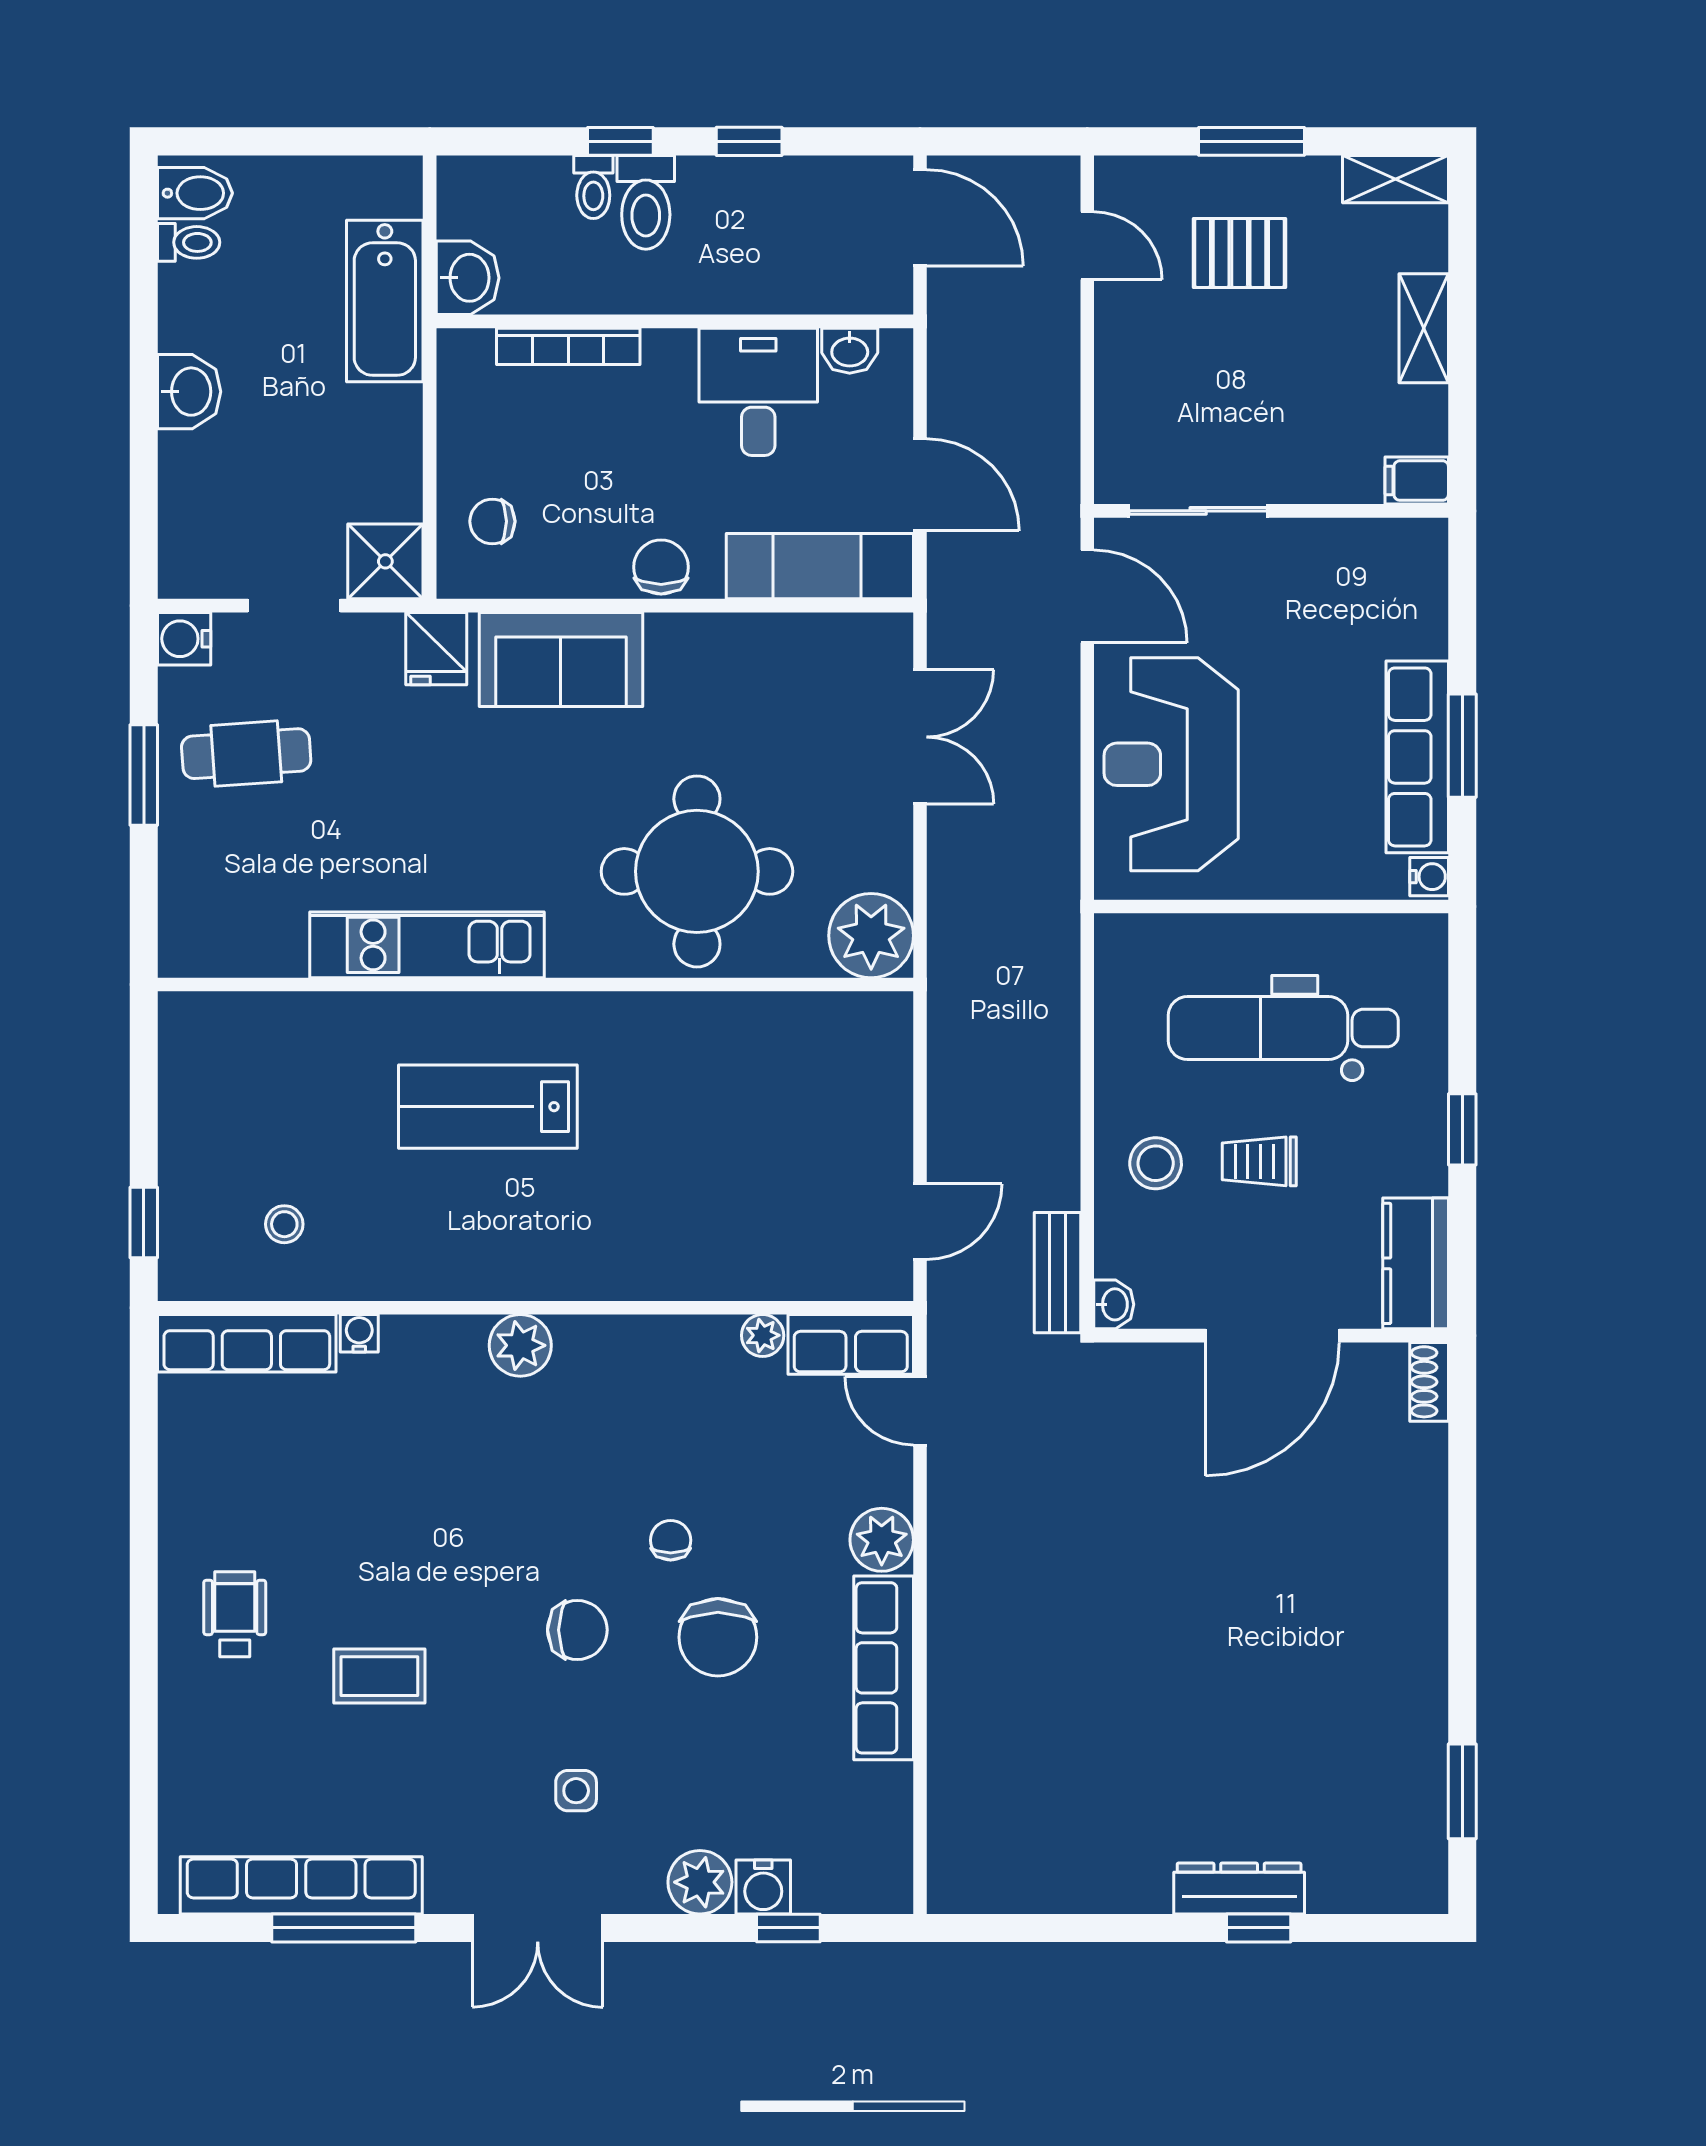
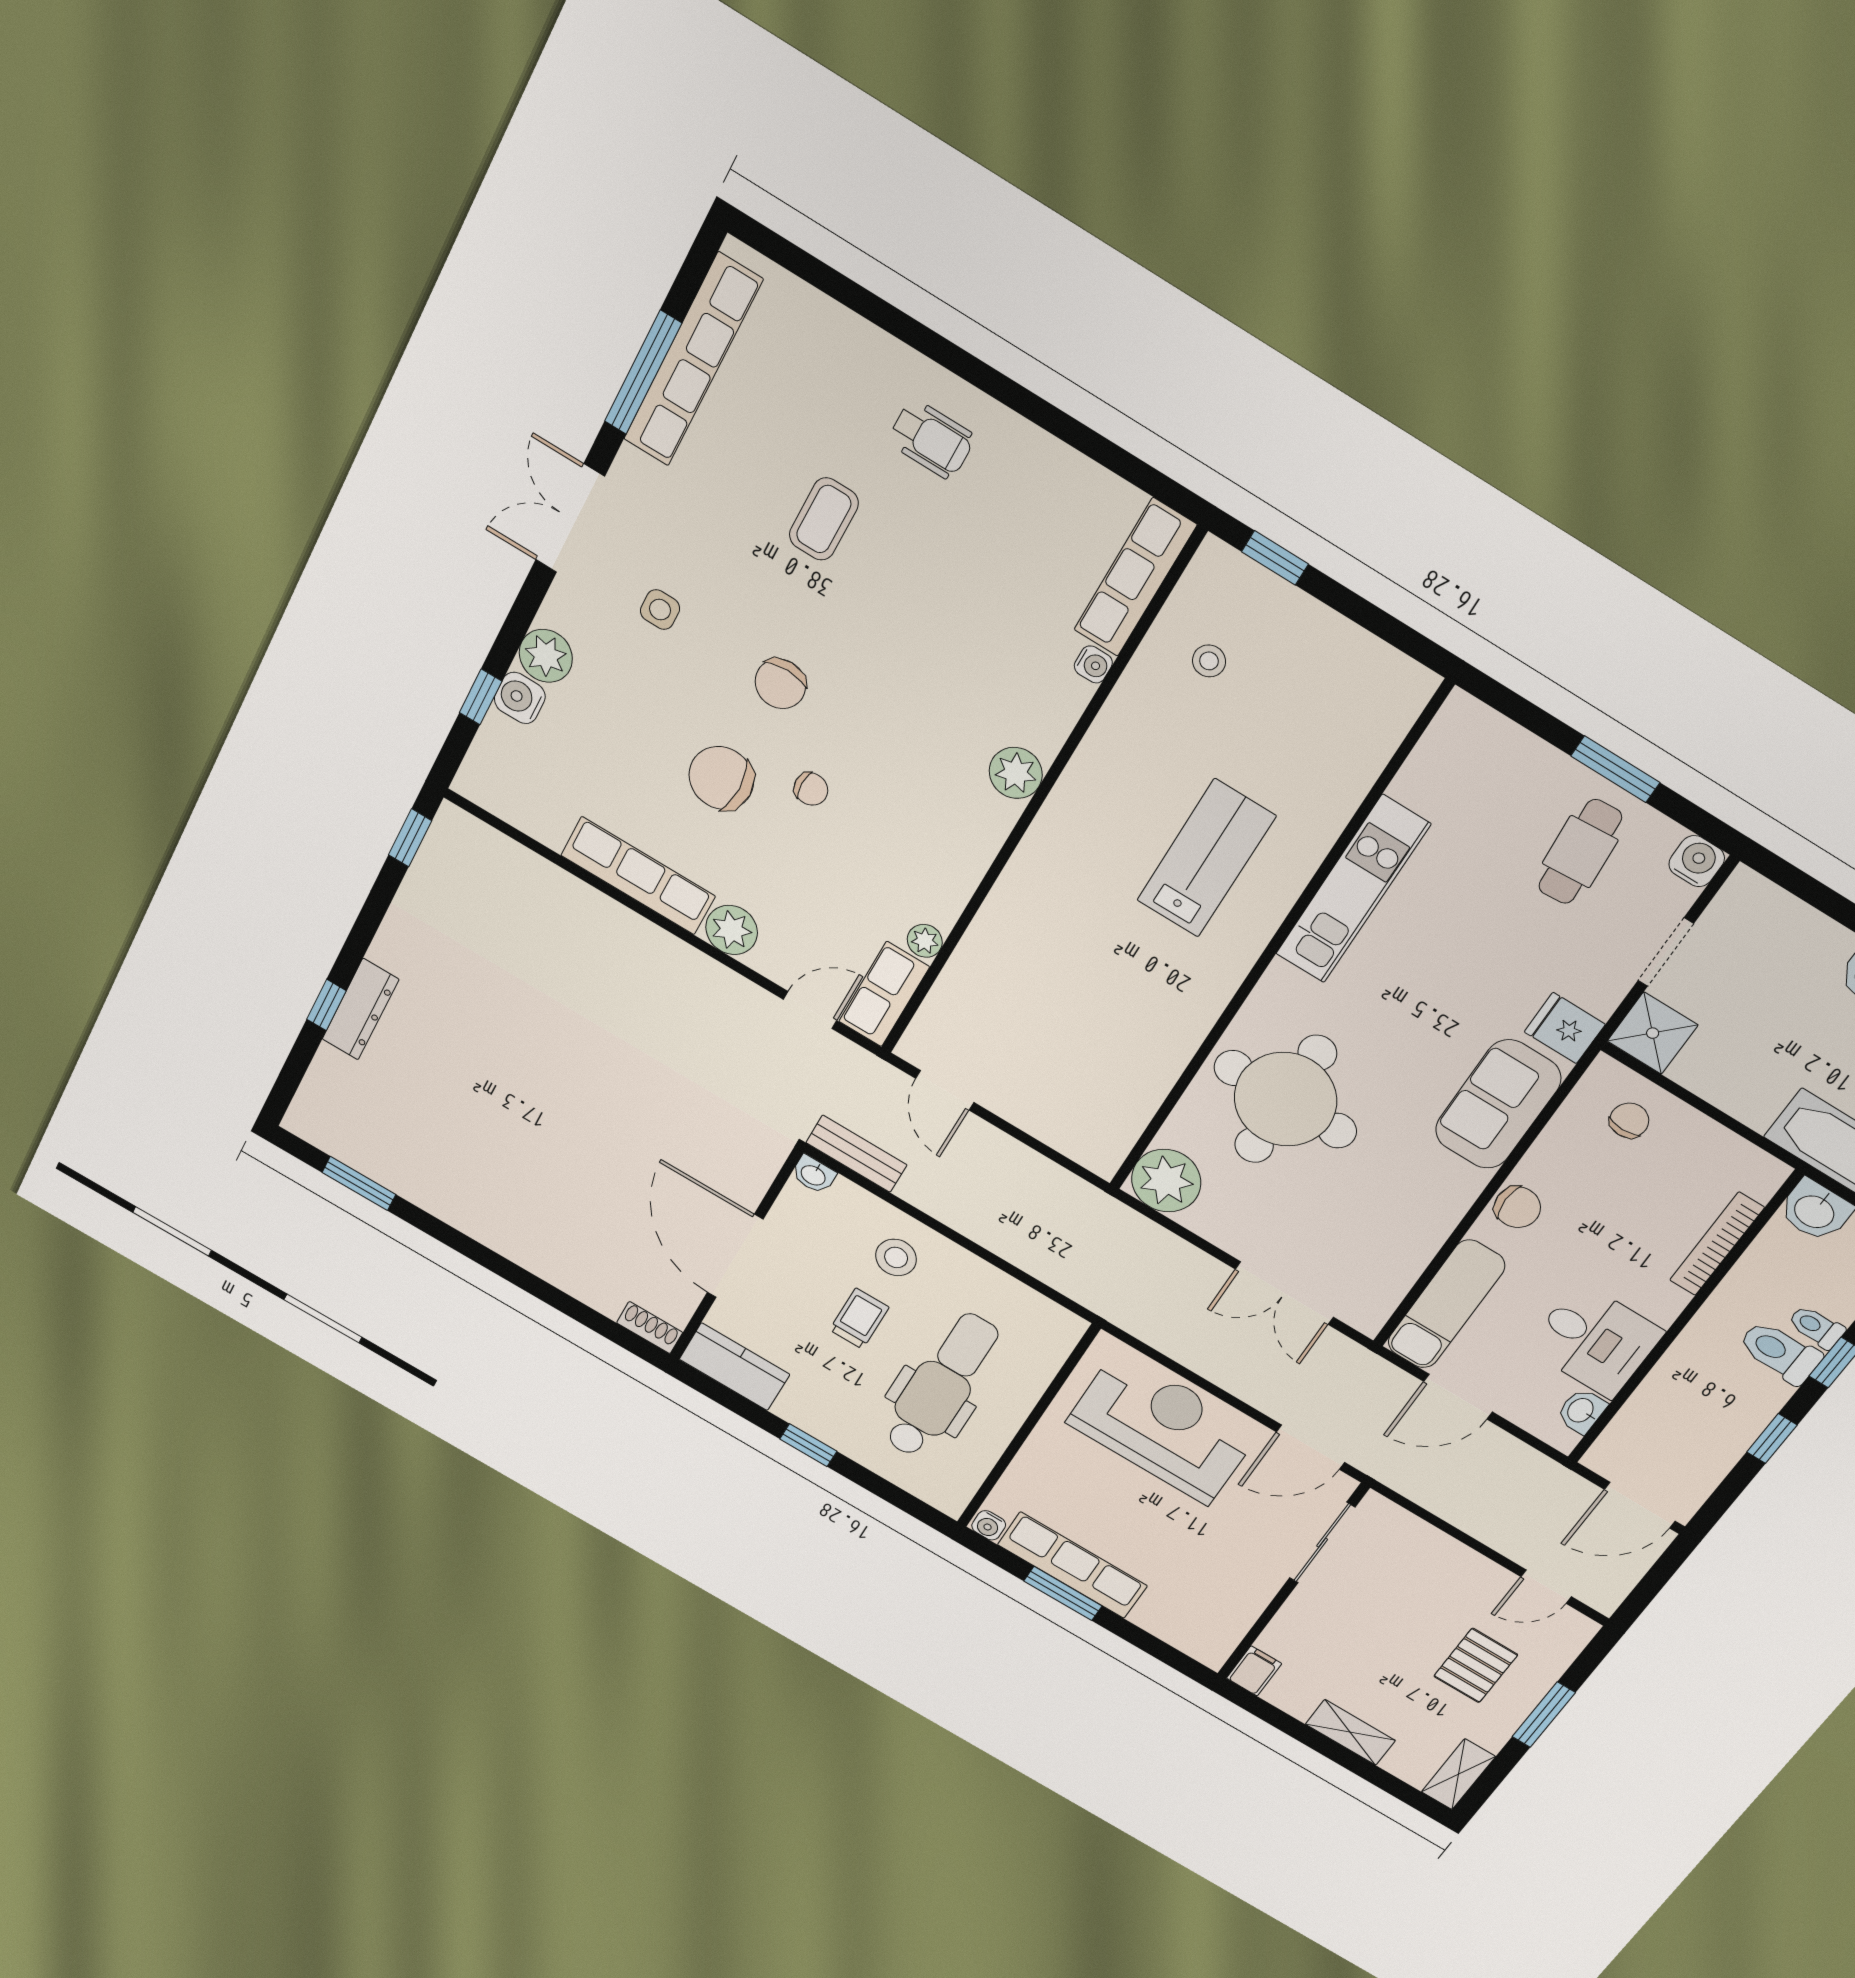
window: (997, 1928) -> (410, 838), added

